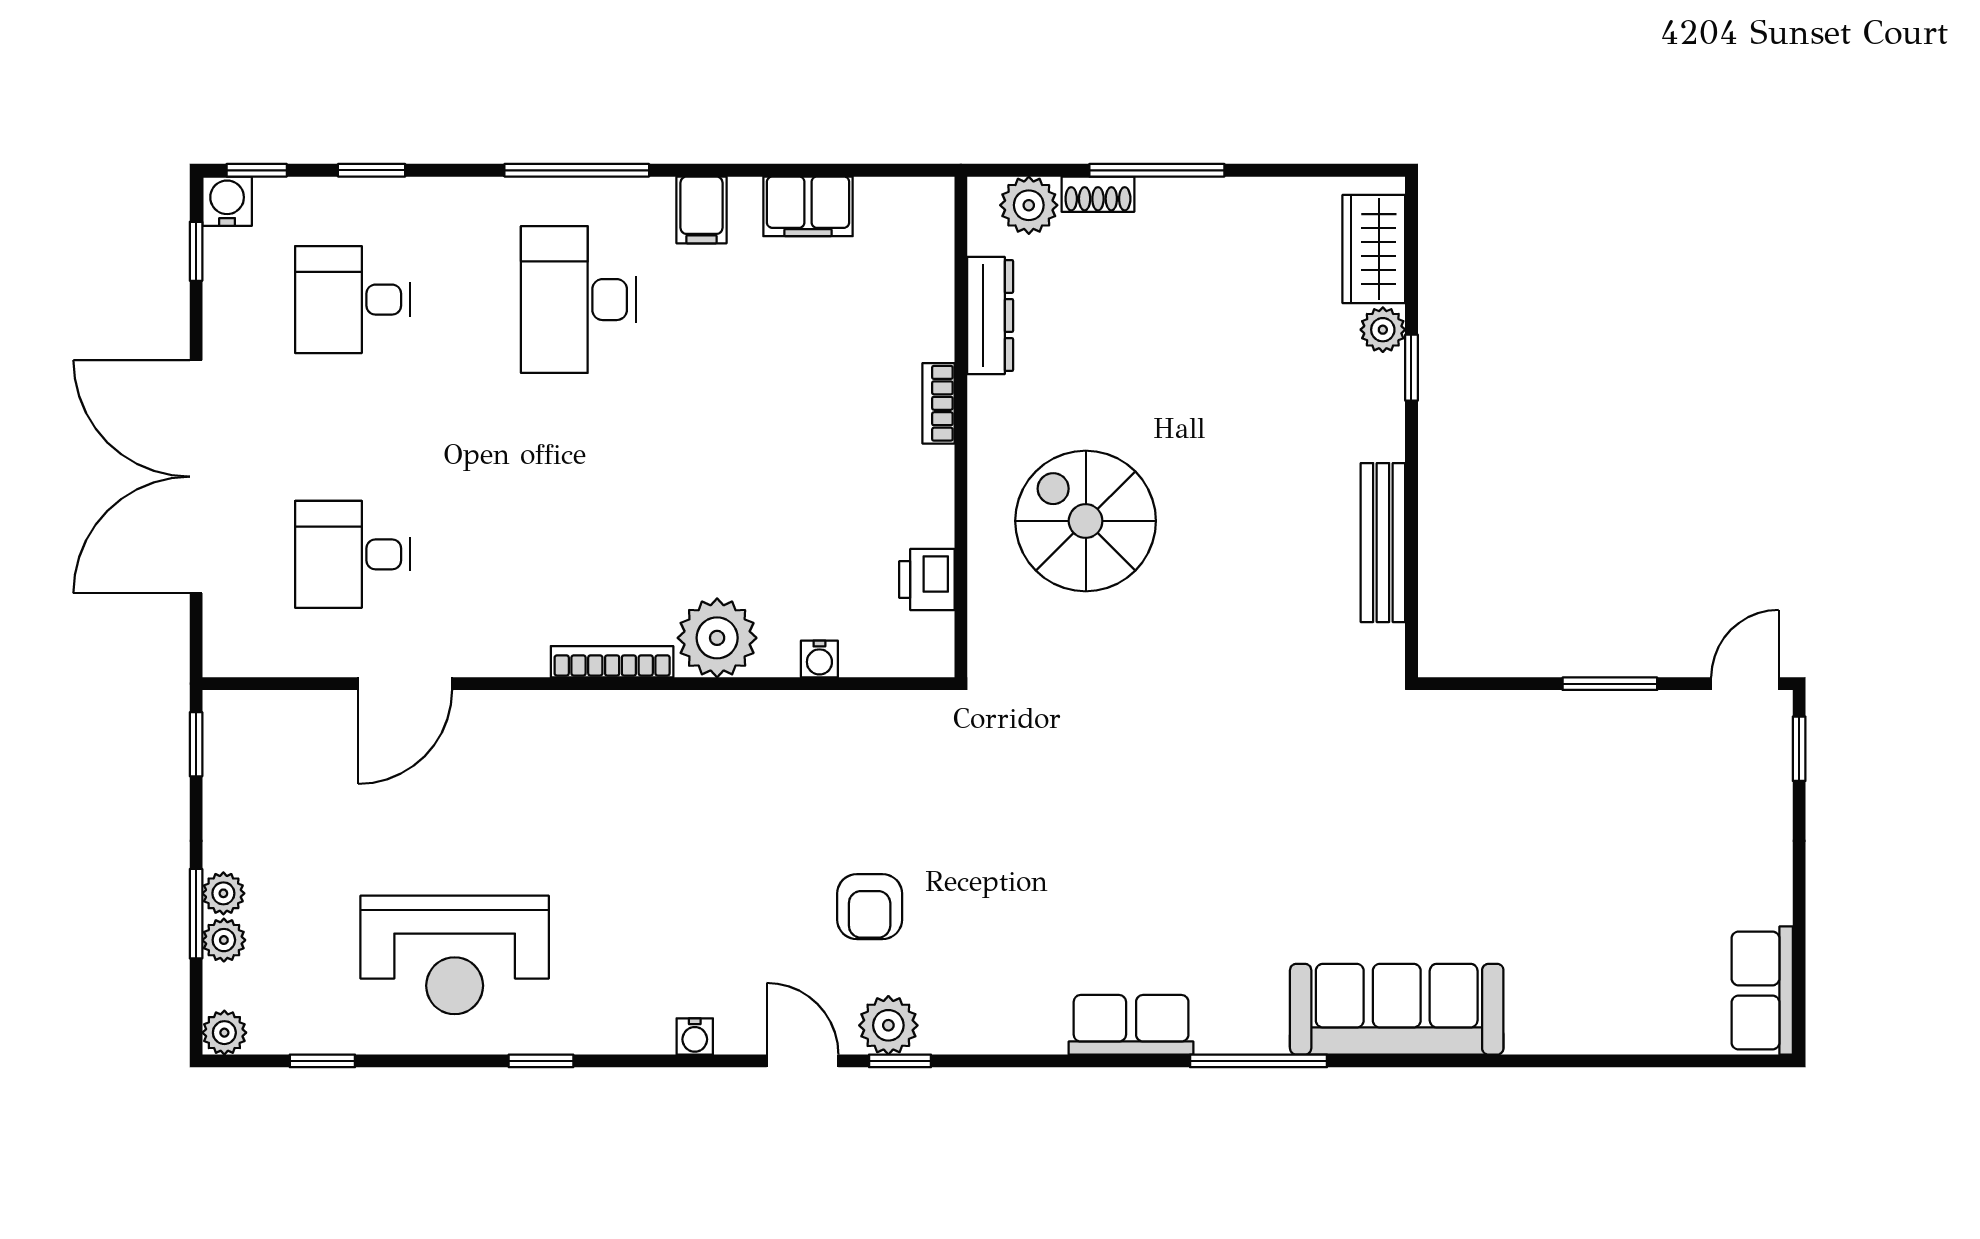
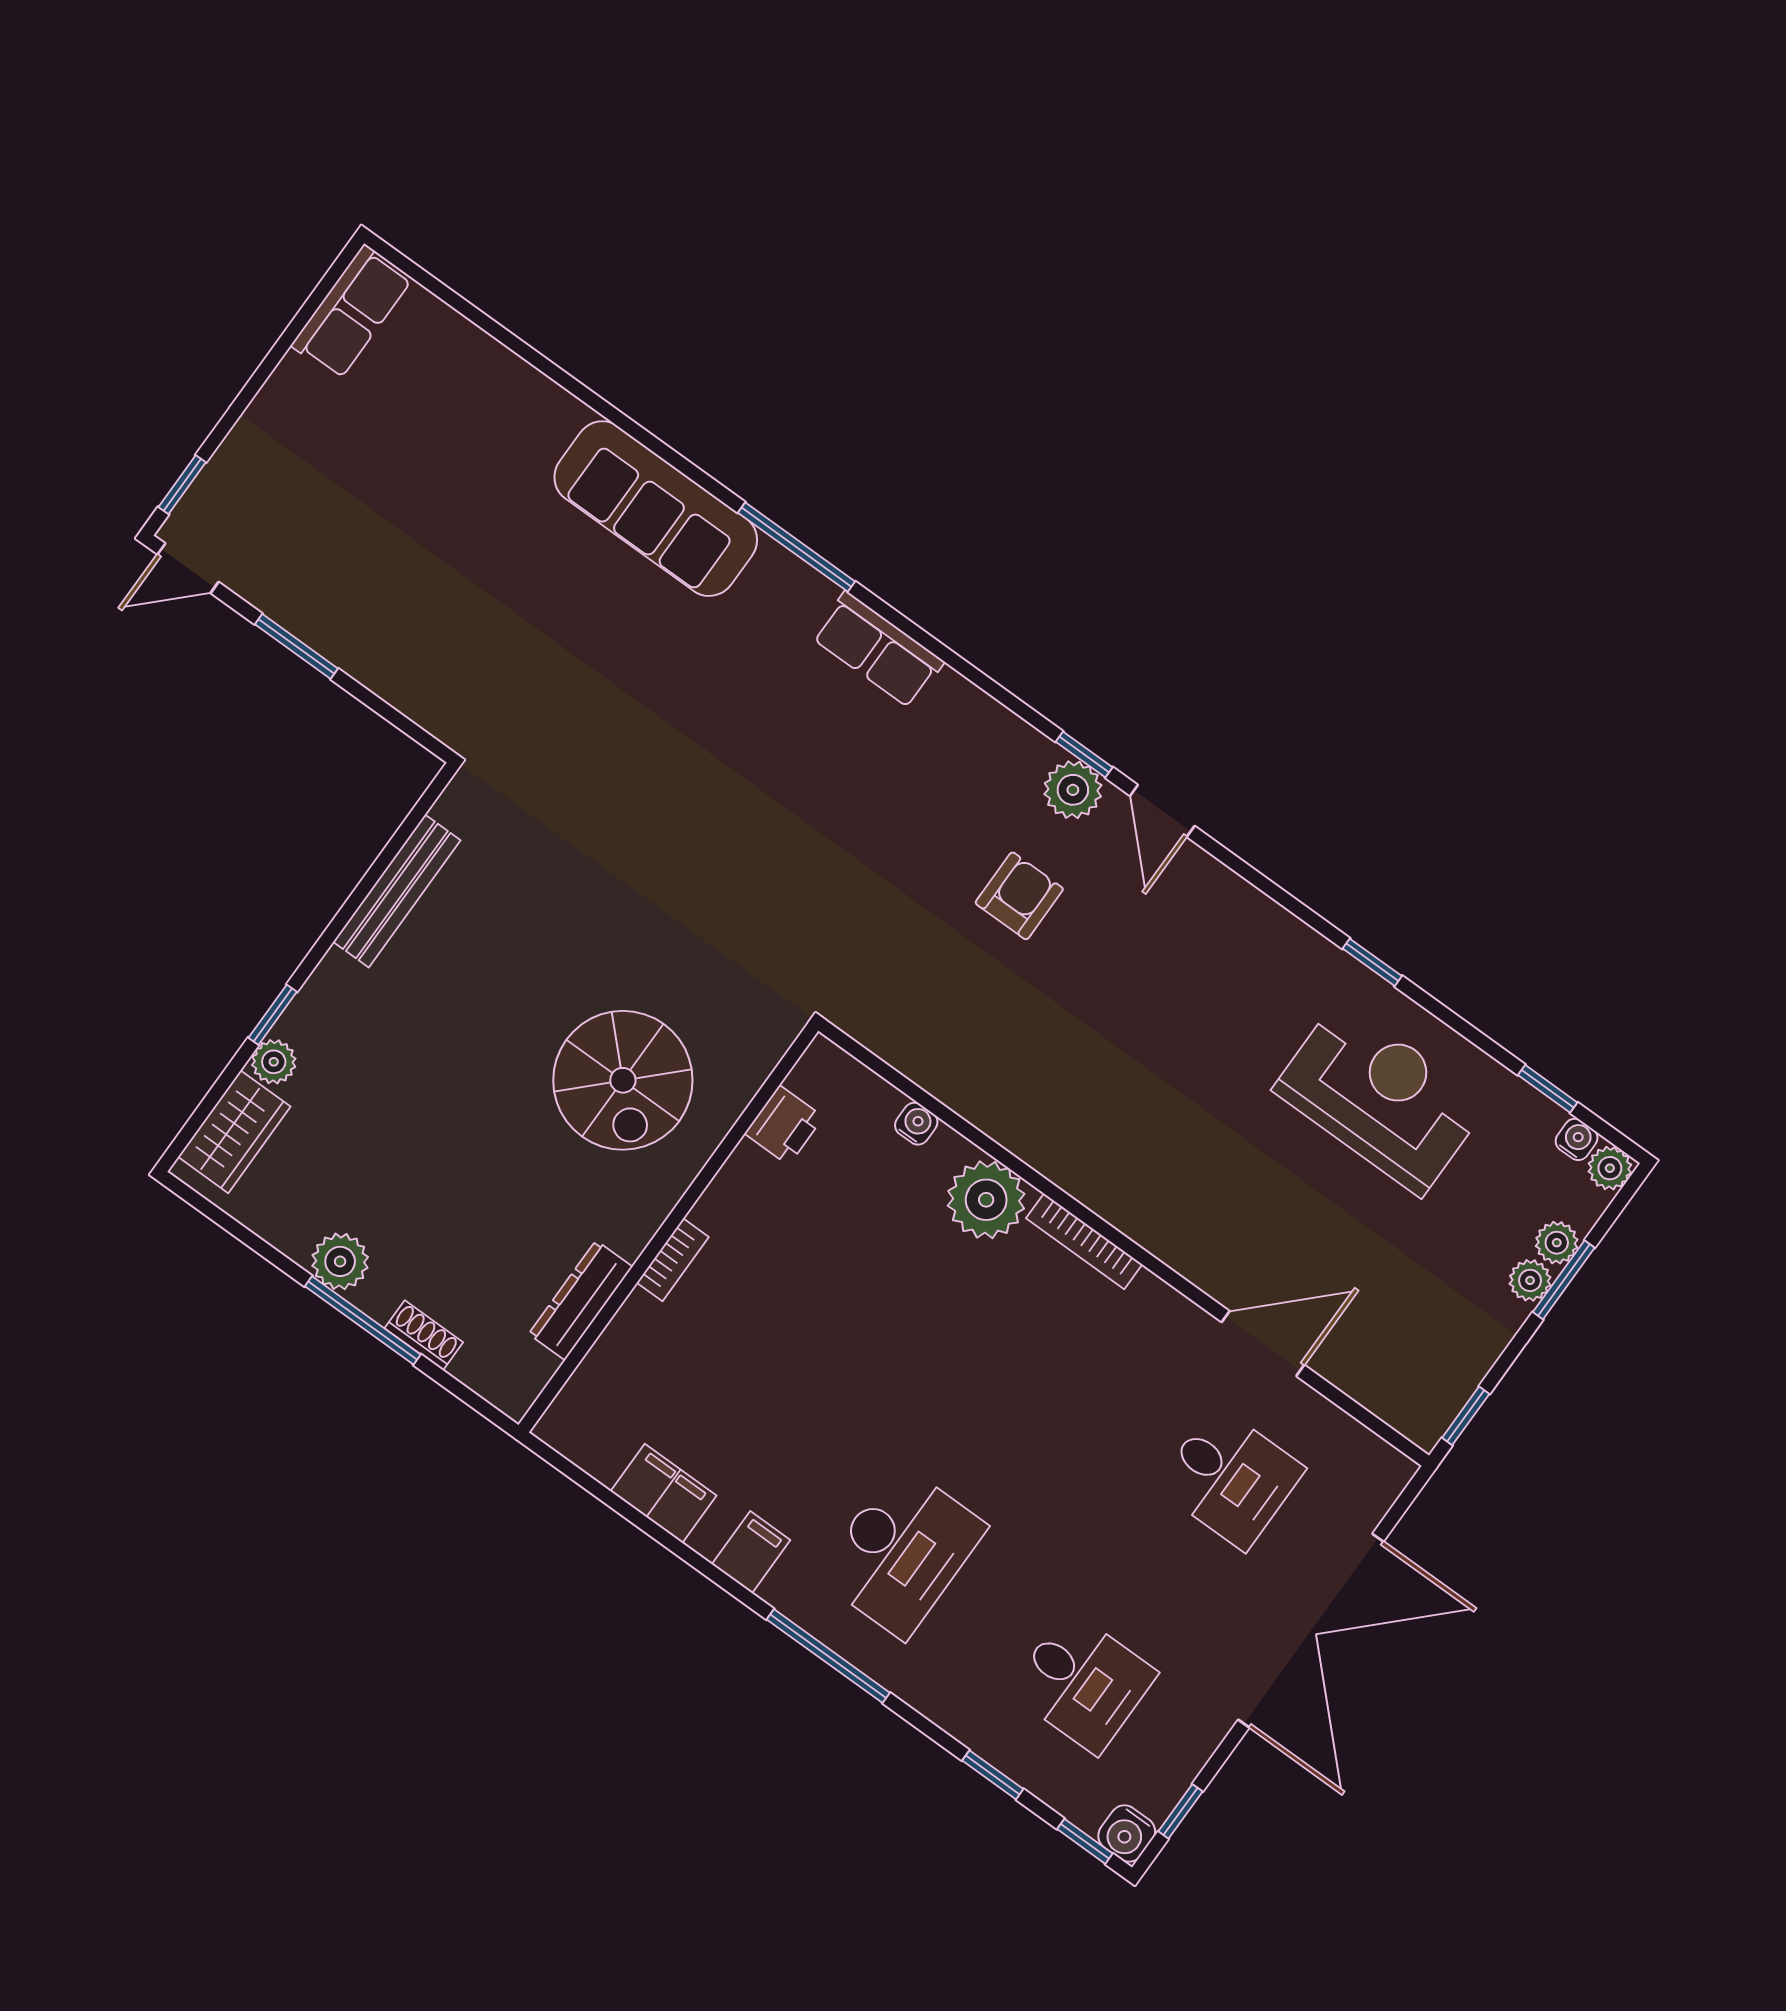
plant: (1029, 205) -> (340, 1261), moved
water cooler: (695, 1036) -> (1577, 1139), moved

